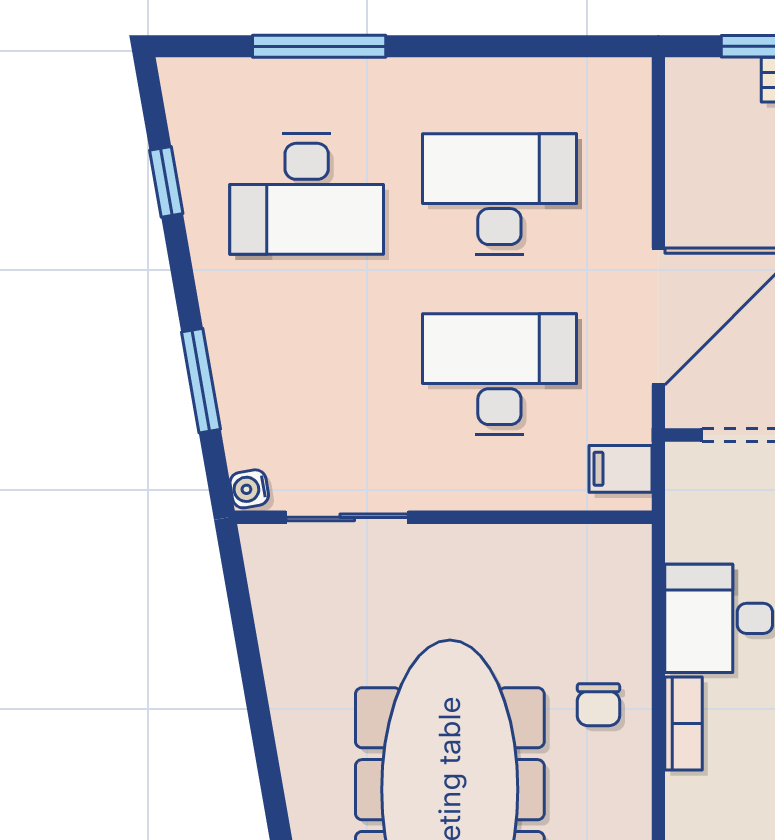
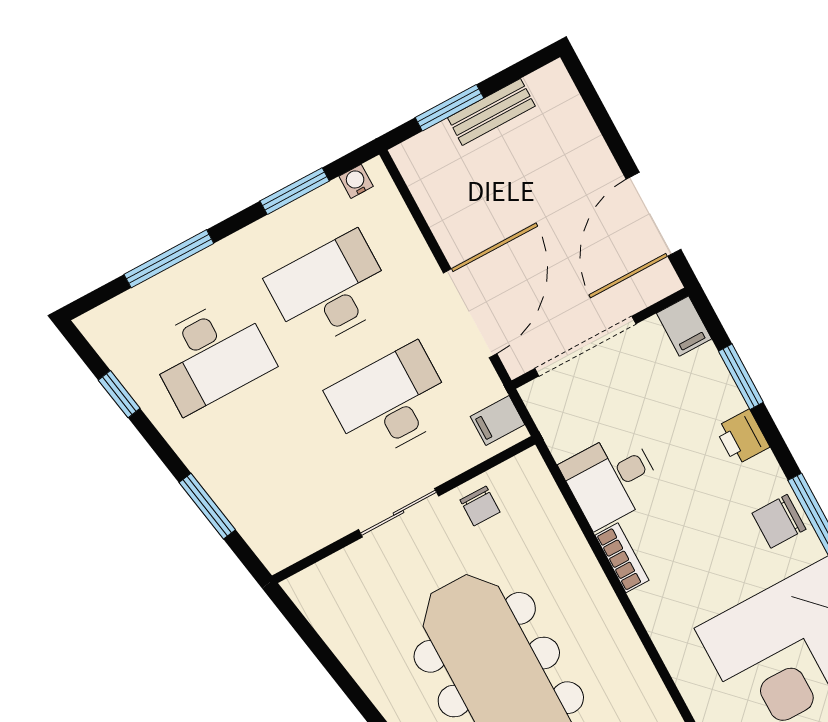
window: (522, 46) -> (295, 191), added
water cooler: (249, 489) -> (356, 181), moved, turned 100
sliding door: (347, 517) -> (399, 513), moved
chair: (598, 705) -> (480, 506), moved

